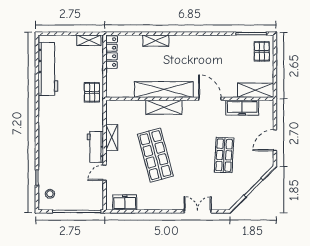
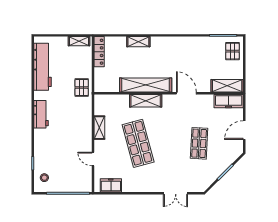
freezer: (242, 108) -> (229, 101), moved
workbench: (95, 147) -> (41, 114), moved, turned 180
door: (105, 173) -> (93, 159), hinge flipped
double door: (198, 211) -> (176, 193), swing flipped

